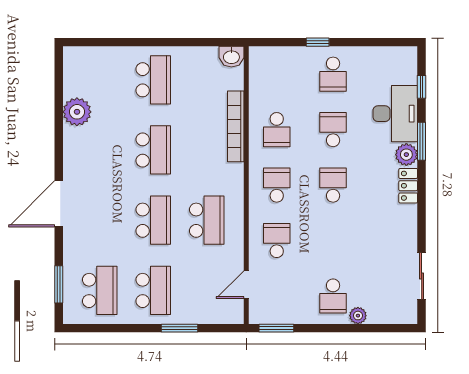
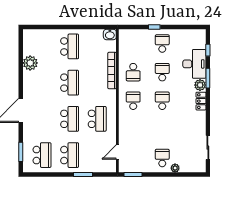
school desk: (333, 74) -> (162, 44), turned 180
school desk: (277, 241) -> (133, 129), removed
school desk: (333, 296) -> (162, 158), turned 180

